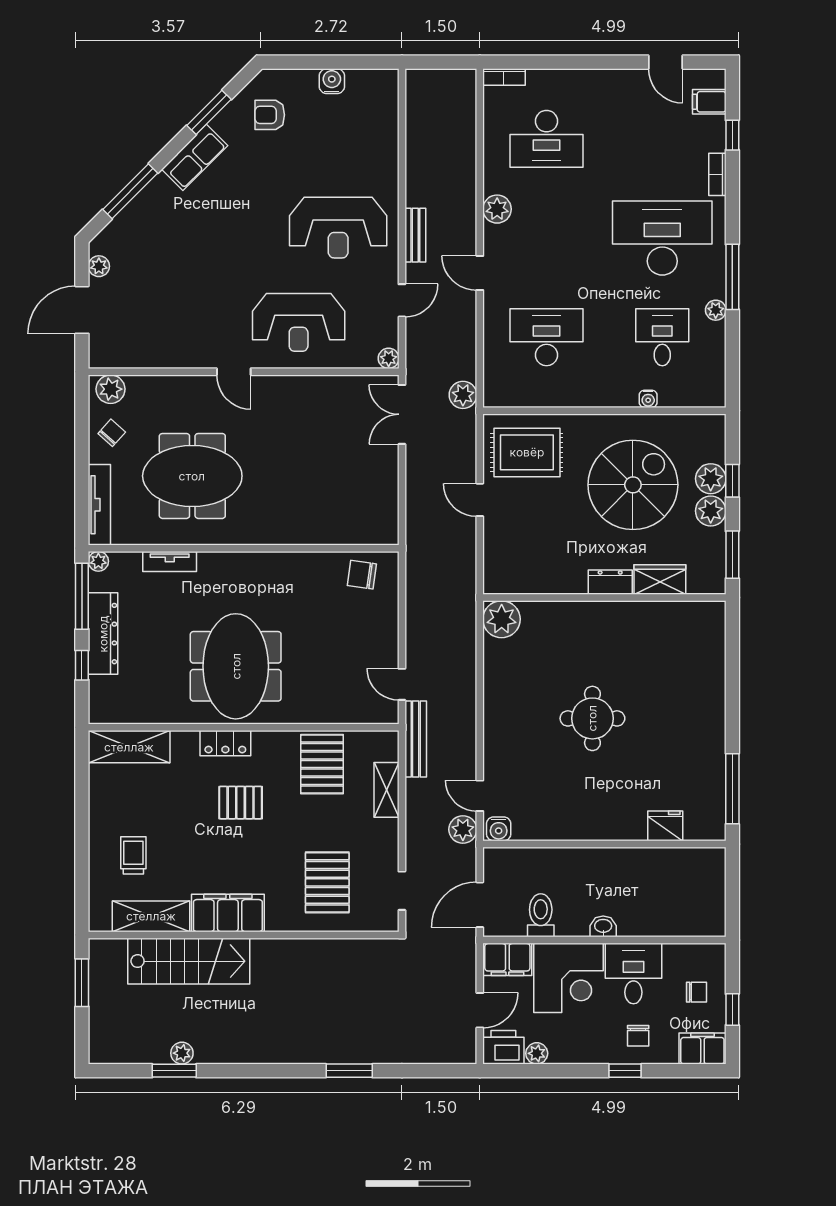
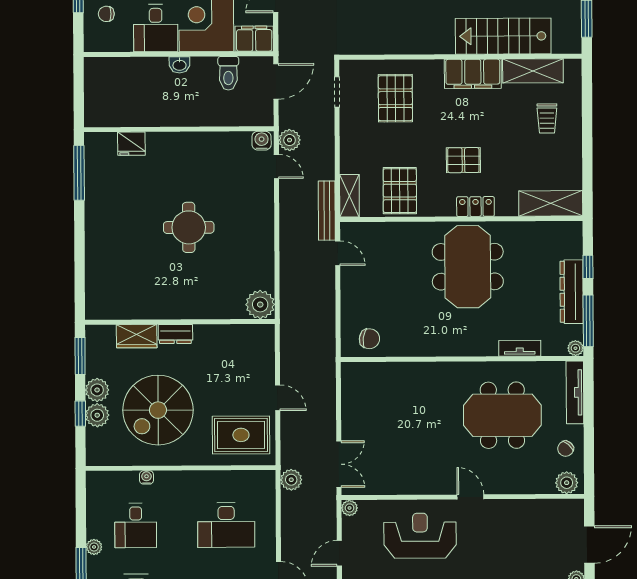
shelving: (386, 790) -> (349, 196), moved

